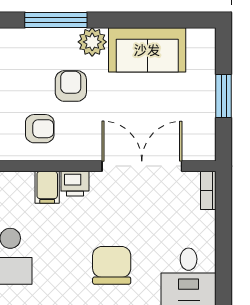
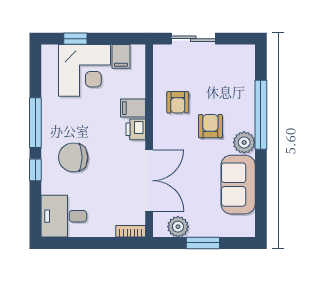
window: (56, 20) -> (261, 115), width x1.46
armchair: (71, 86) -> (210, 126), turned -90
plant: (202, 128) -> (178, 227), added
chair: (112, 265) -> (73, 157), turned 180

